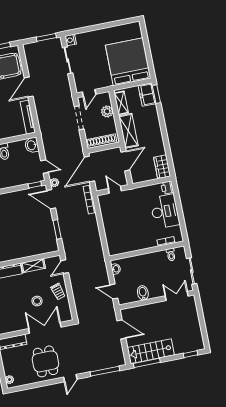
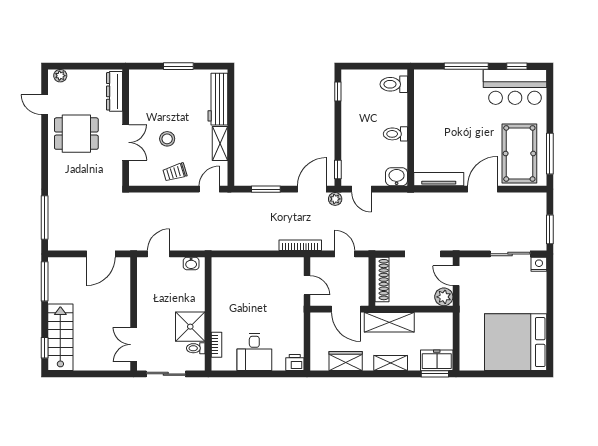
bed: (128, 62) -> (516, 342), moved, turned 180
door: (29, 87) -> (483, 189), hinge flipped
shelving: (121, 103) -> (391, 363), moved
plant: (107, 111) -> (444, 297), moved
door: (45, 167) -> (362, 189), hinge flipped
wardrobe: (162, 167) -> (346, 361), moved
door: (89, 169) -> (345, 254), width x0.53
door: (115, 190) -> (307, 285), hinge flipped
desk: (165, 211) -> (254, 352), width x0.73
shower: (157, 261) -> (190, 327), added
door: (65, 267) -> (209, 189), hinge flipped
bidet: (143, 293) -> (148, 296), removed
double door: (177, 296) -> (134, 345), swing flipped
double door: (45, 328) -> (126, 142), width x0.73
stairs: (151, 351) -> (60, 337), moved
door: (70, 378) -> (45, 105), moved

